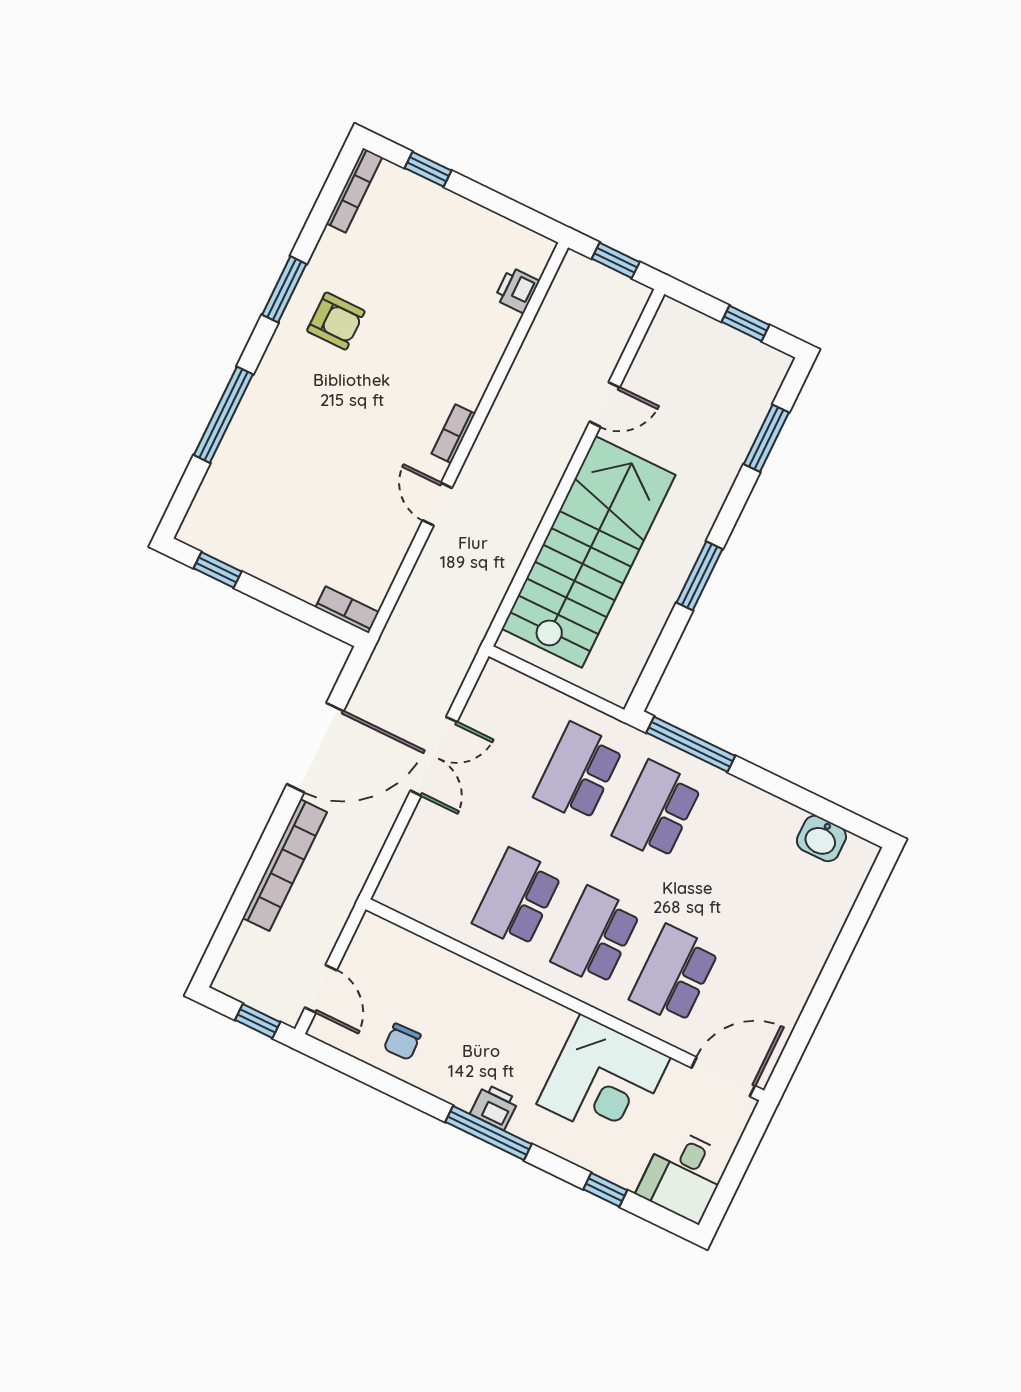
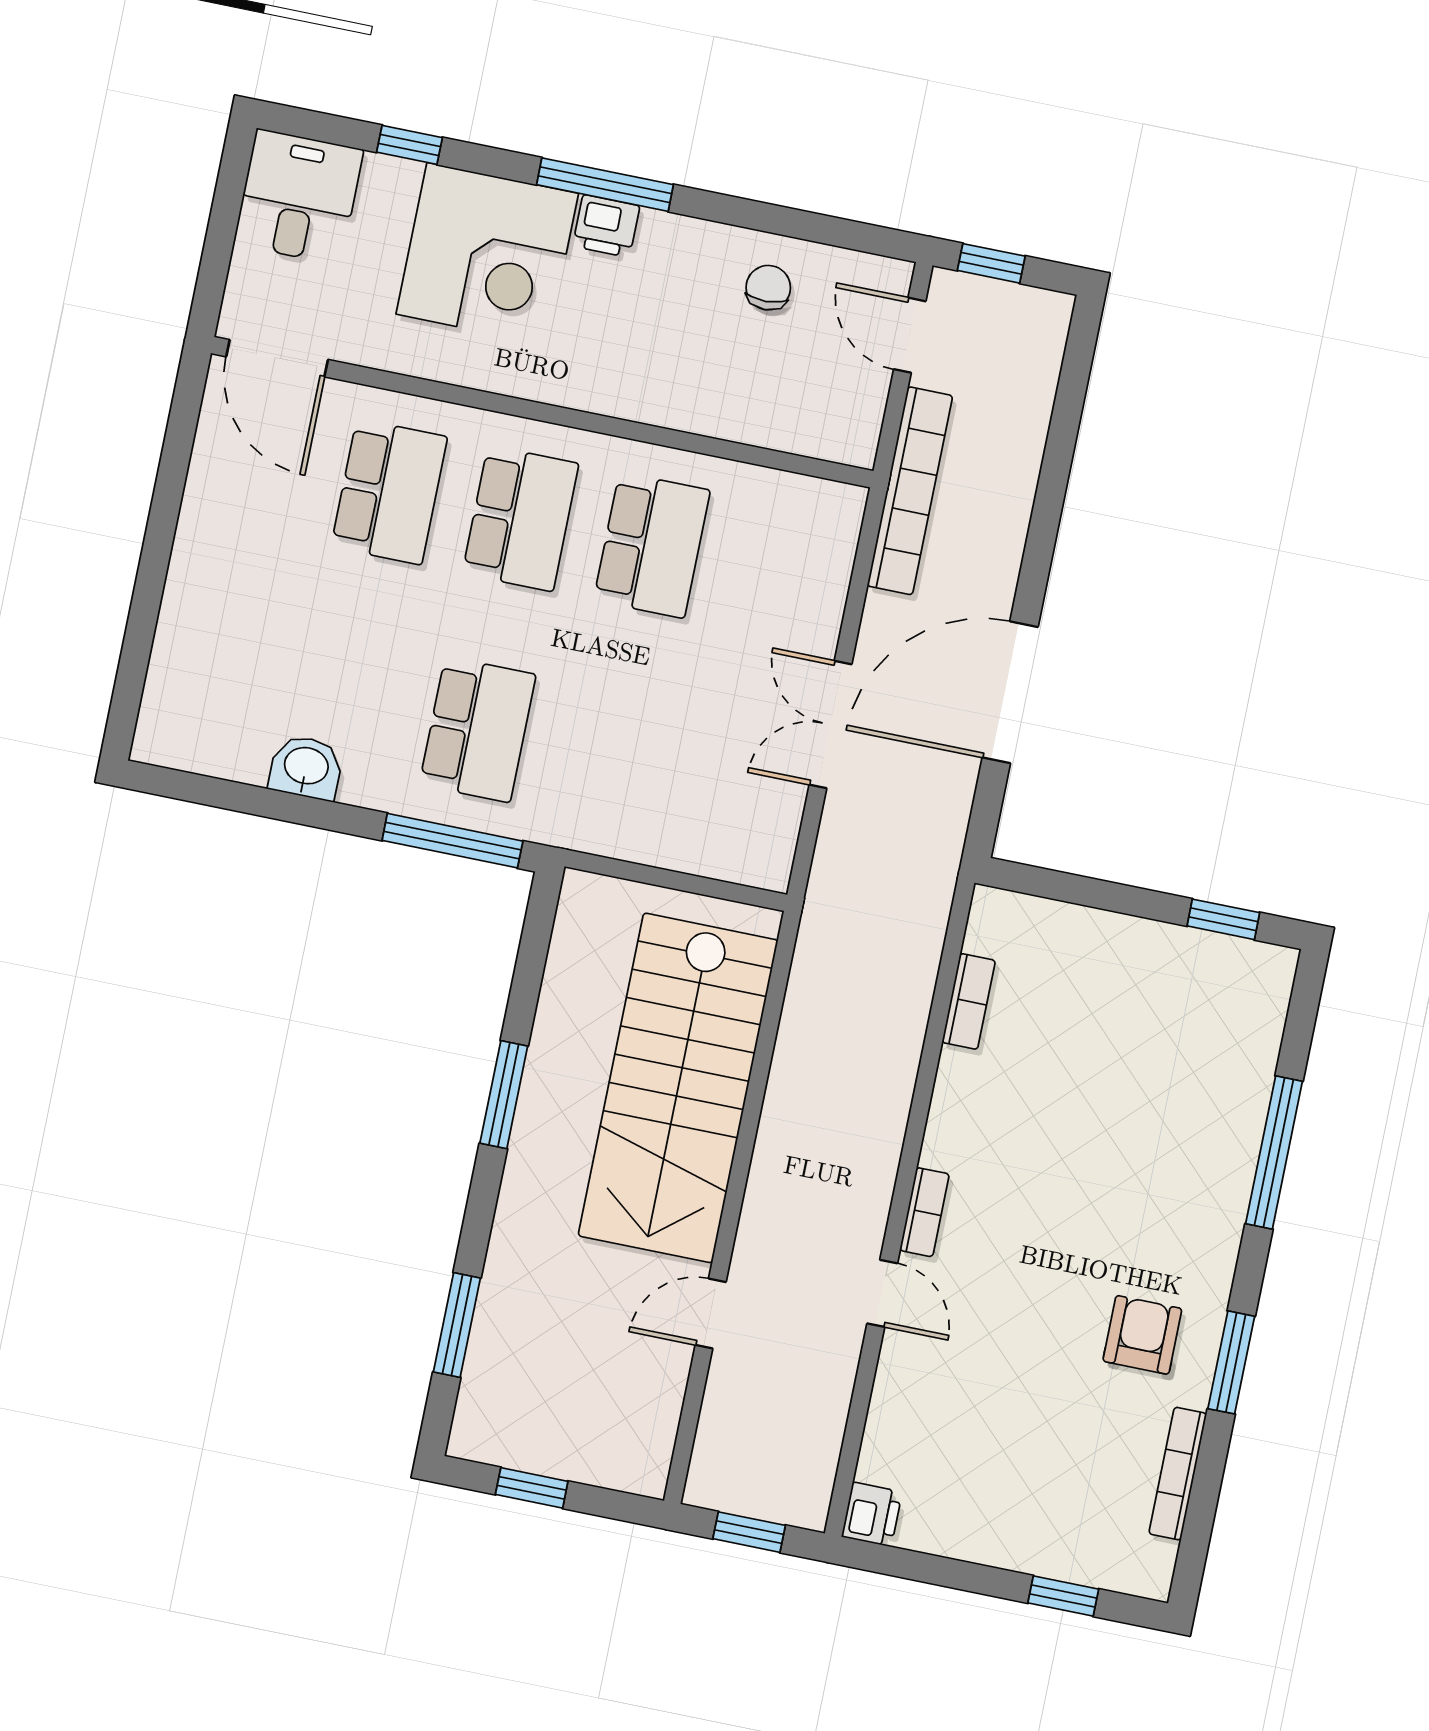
bookcase: (354, 190) -> (1178, 1474), moved
printer: (517, 290) -> (872, 1514), moved
armchair: (336, 321) -> (1142, 1335), turned 90
door: (437, 504) -> (882, 1293), moved
bookcase: (347, 610) -> (969, 1001), moved, turned -90
school desk: (578, 772) -> (609, 756), removed
washbasin: (821, 839) -> (306, 767), moved
bookcase: (285, 865) -> (910, 491), moved, turned 180
door: (723, 1077) -> (277, 358), hinge flipped
corner desk: (604, 1081) -> (487, 254), moved, turned 180

